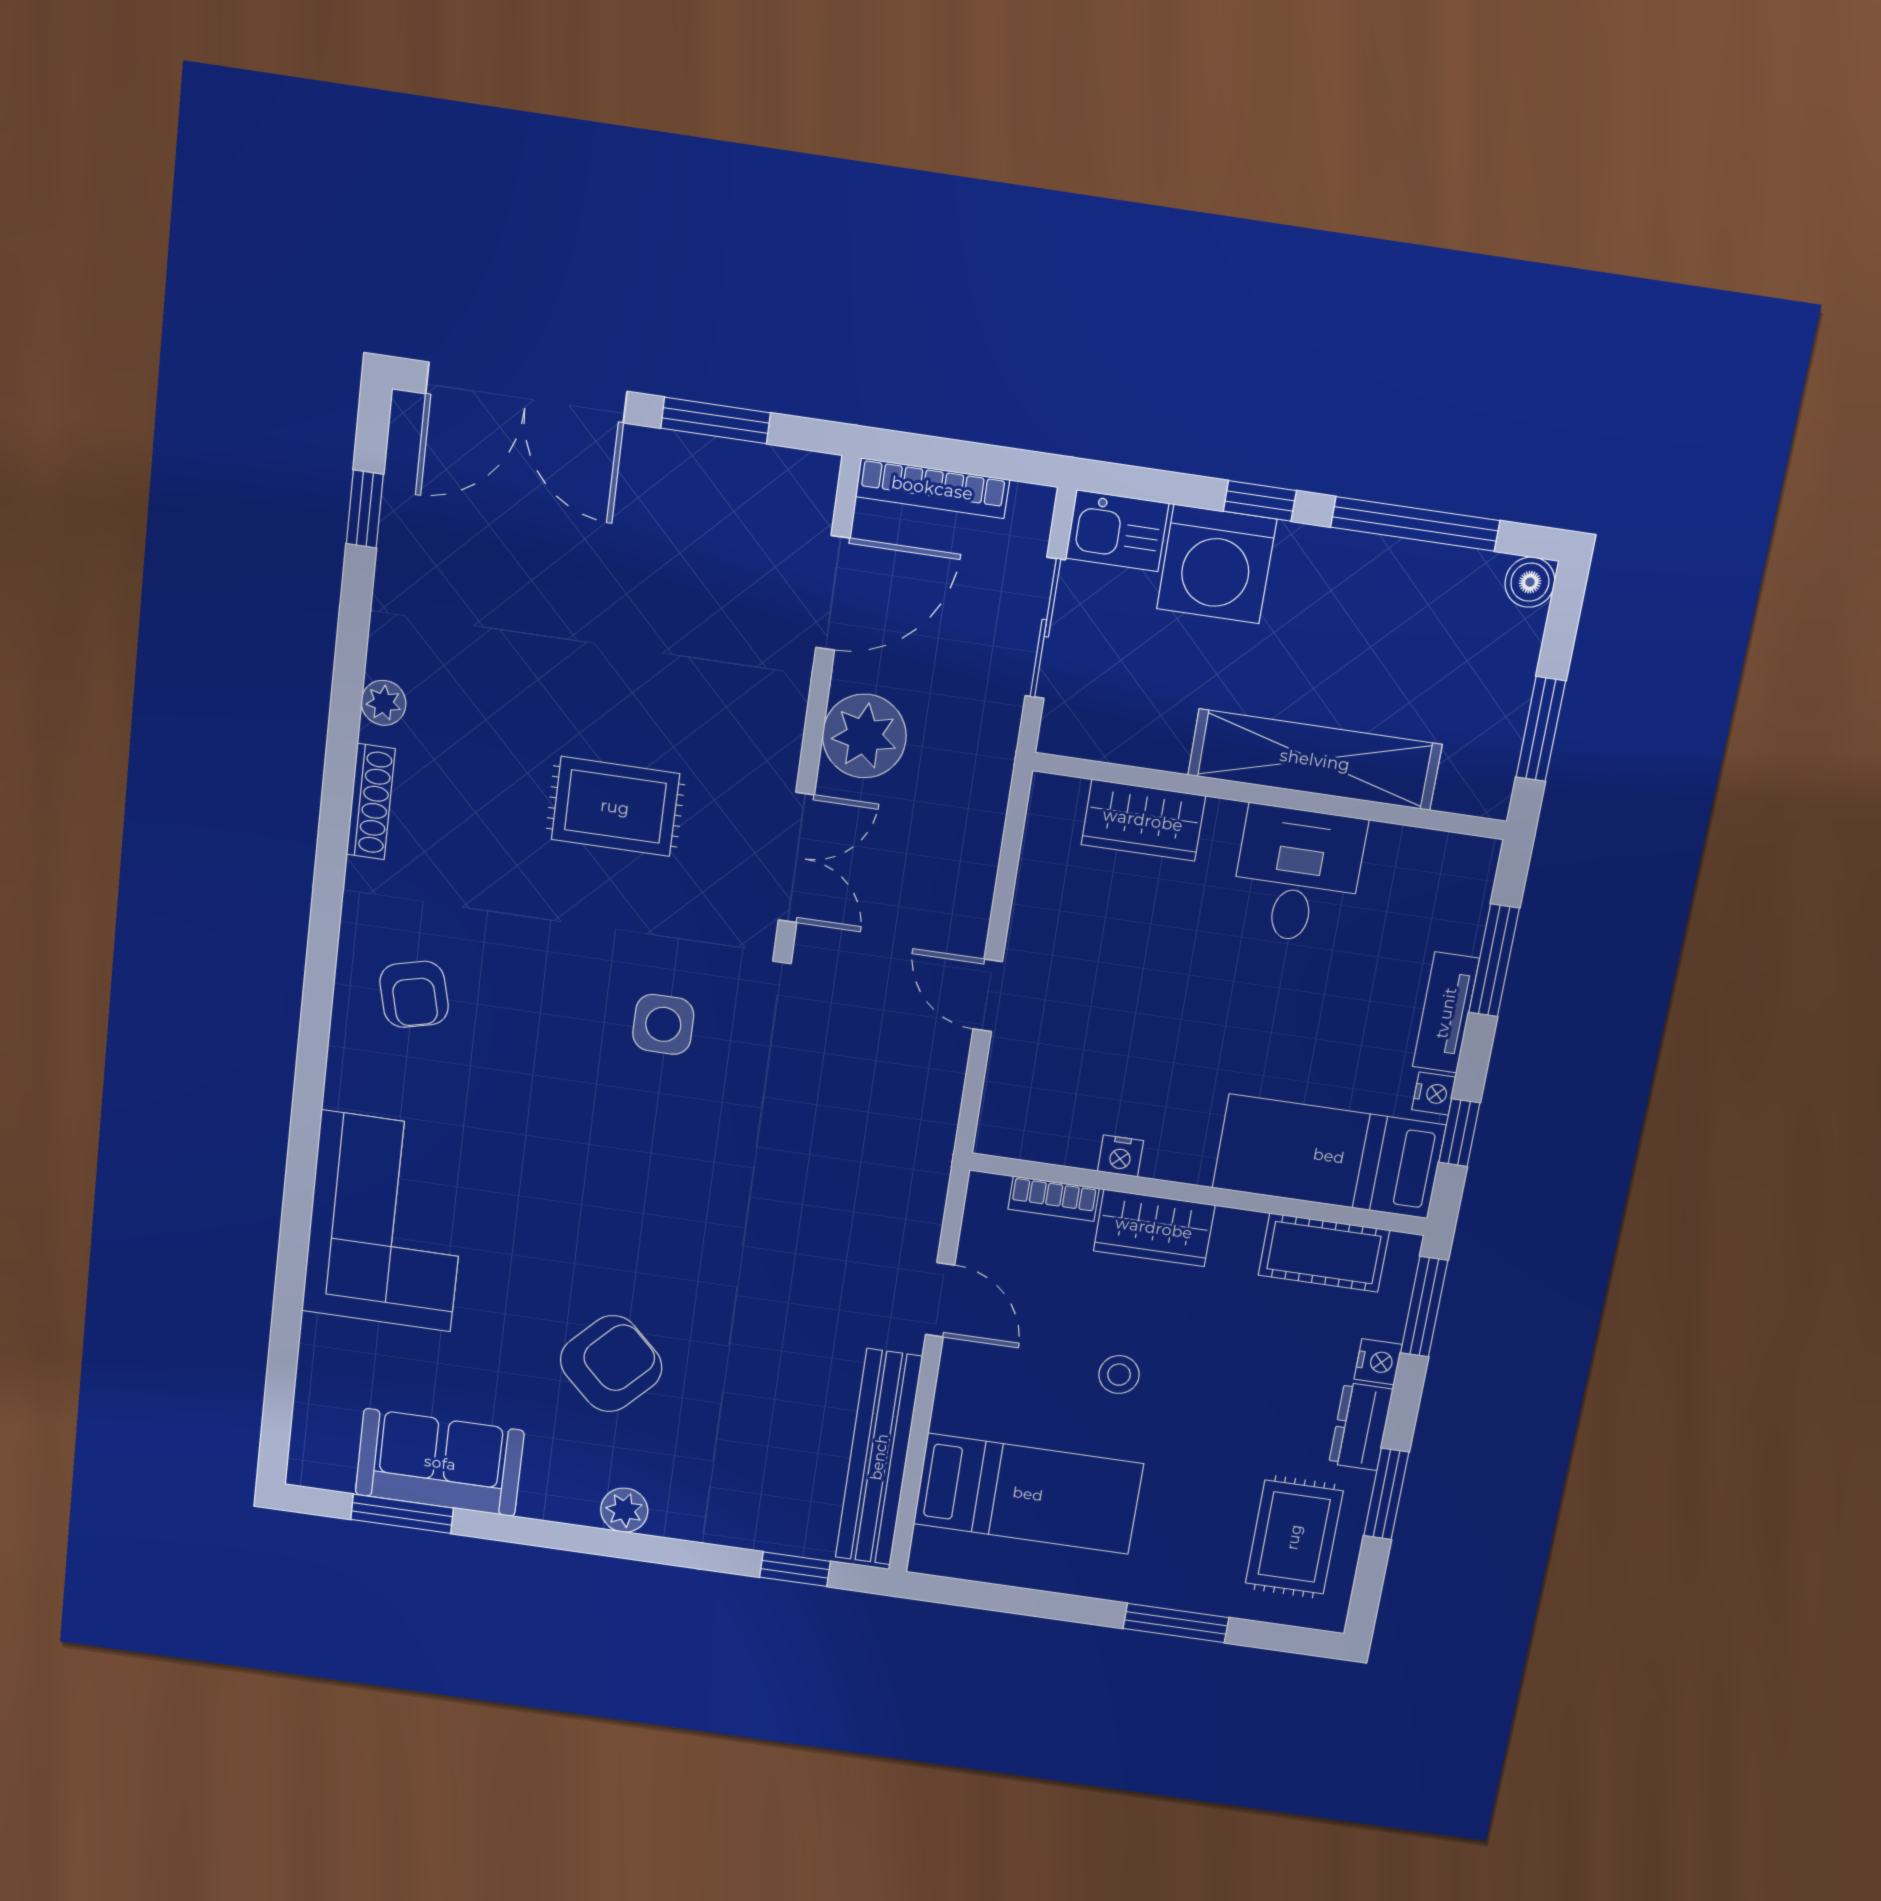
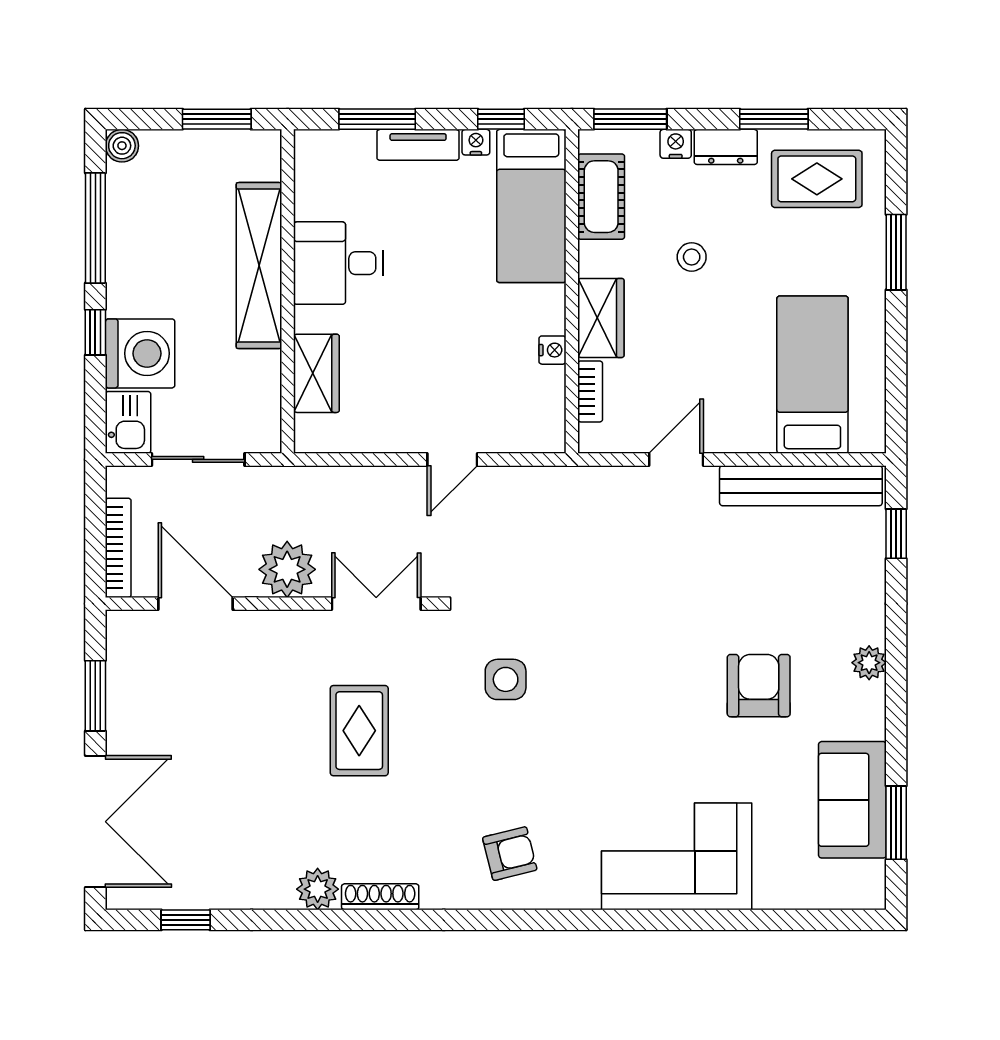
plant: (383, 703) -> (318, 889), width x1.38, depth x1.38
armchair: (611, 1364) -> (759, 686), turned 46
stool: (1119, 1375) -> (692, 257), moved

